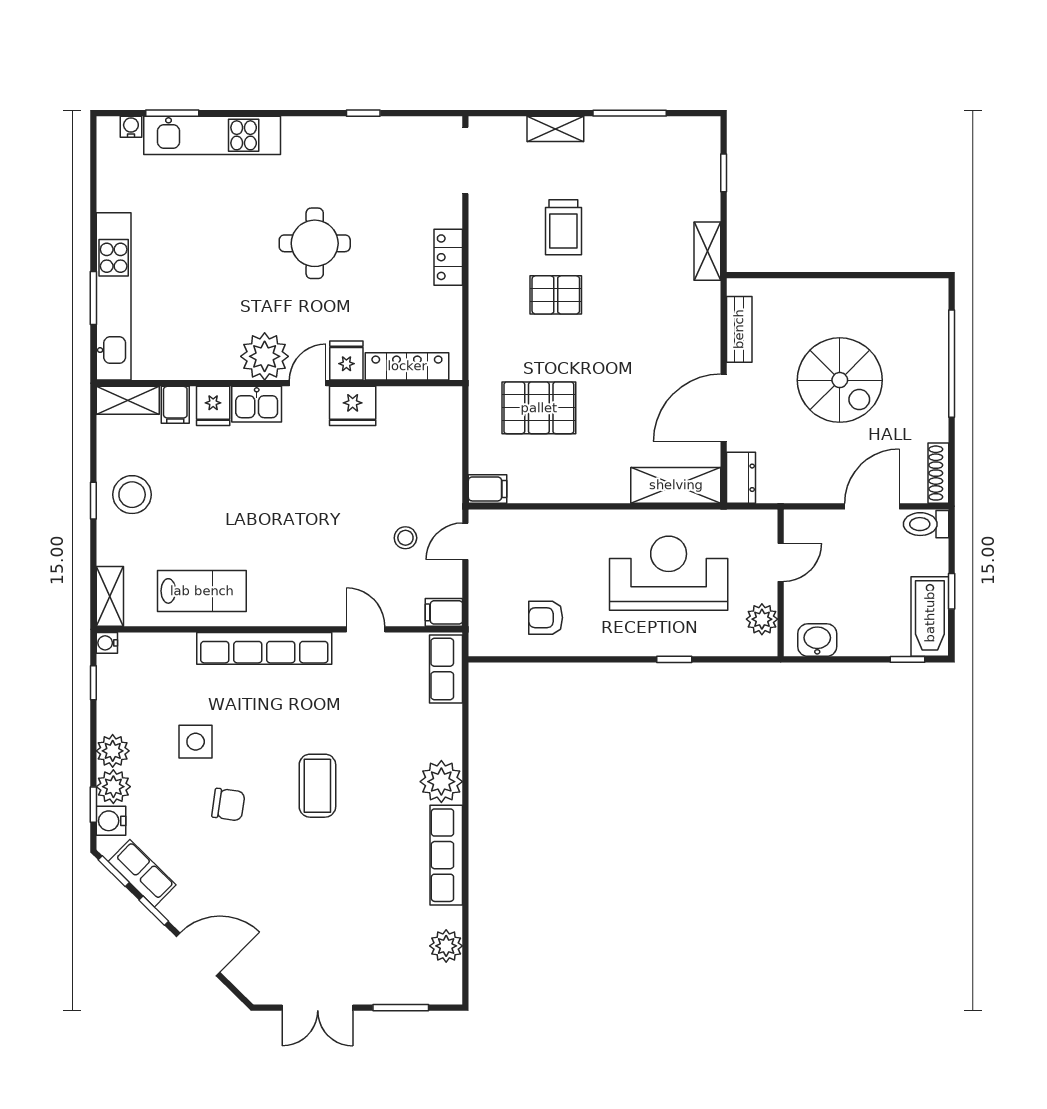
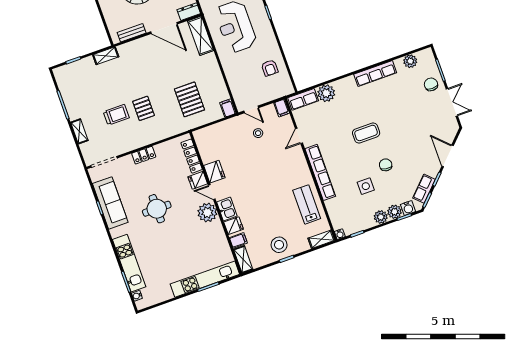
sofa: (366, 141) -> (110, 203), added
plant: (441, 782) -> (326, 93), moved
chair: (376, 974) -> (431, 84), added

